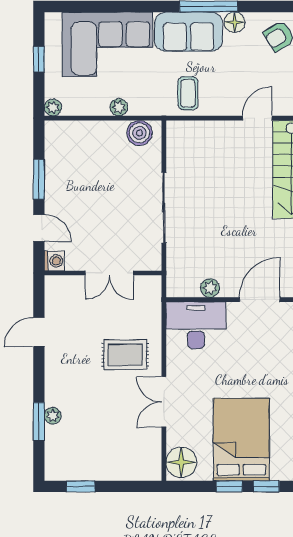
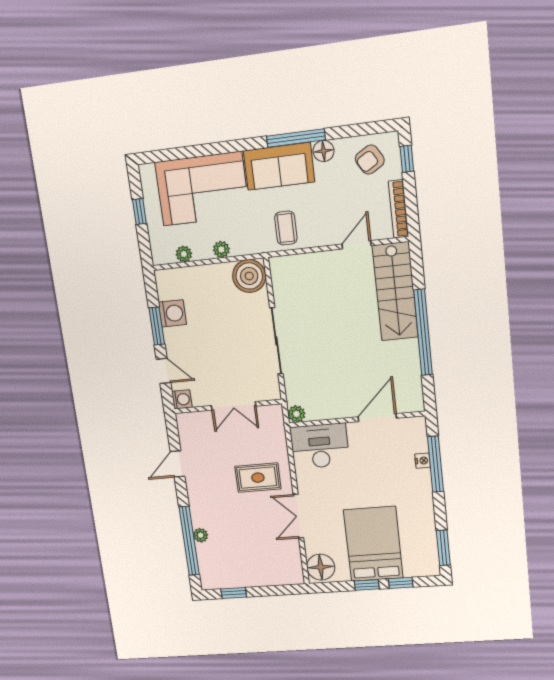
plant: (53, 108) -> (184, 254), moved
boiler: (139, 133) -> (249, 276), width x1.37, depth x1.37
washing machine: (58, 168) -> (172, 313), added
plant: (210, 288) -> (296, 414), moved
window: (39, 422) -> (189, 541), width x2.11

